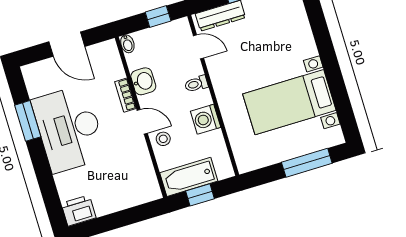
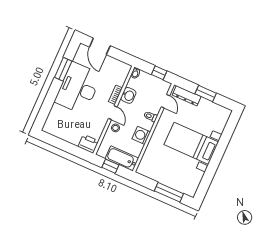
door: (67, 44) -> (100, 46), moved
bed with nightstands: (289, 102) -> (191, 143), moved
bathtub: (189, 177) -> (122, 158), moved
printer: (79, 211) -> (88, 144), moved

